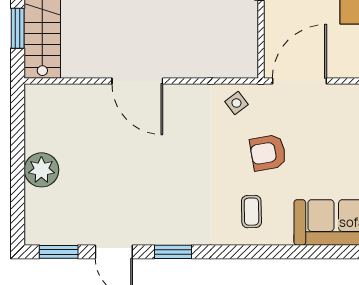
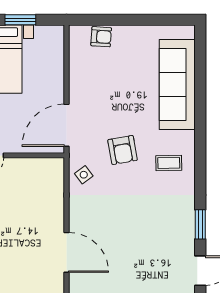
door: (137, 81) -> (66, 252), hinge flipped
door: (300, 81) -> (66, 125), hinge flipped

